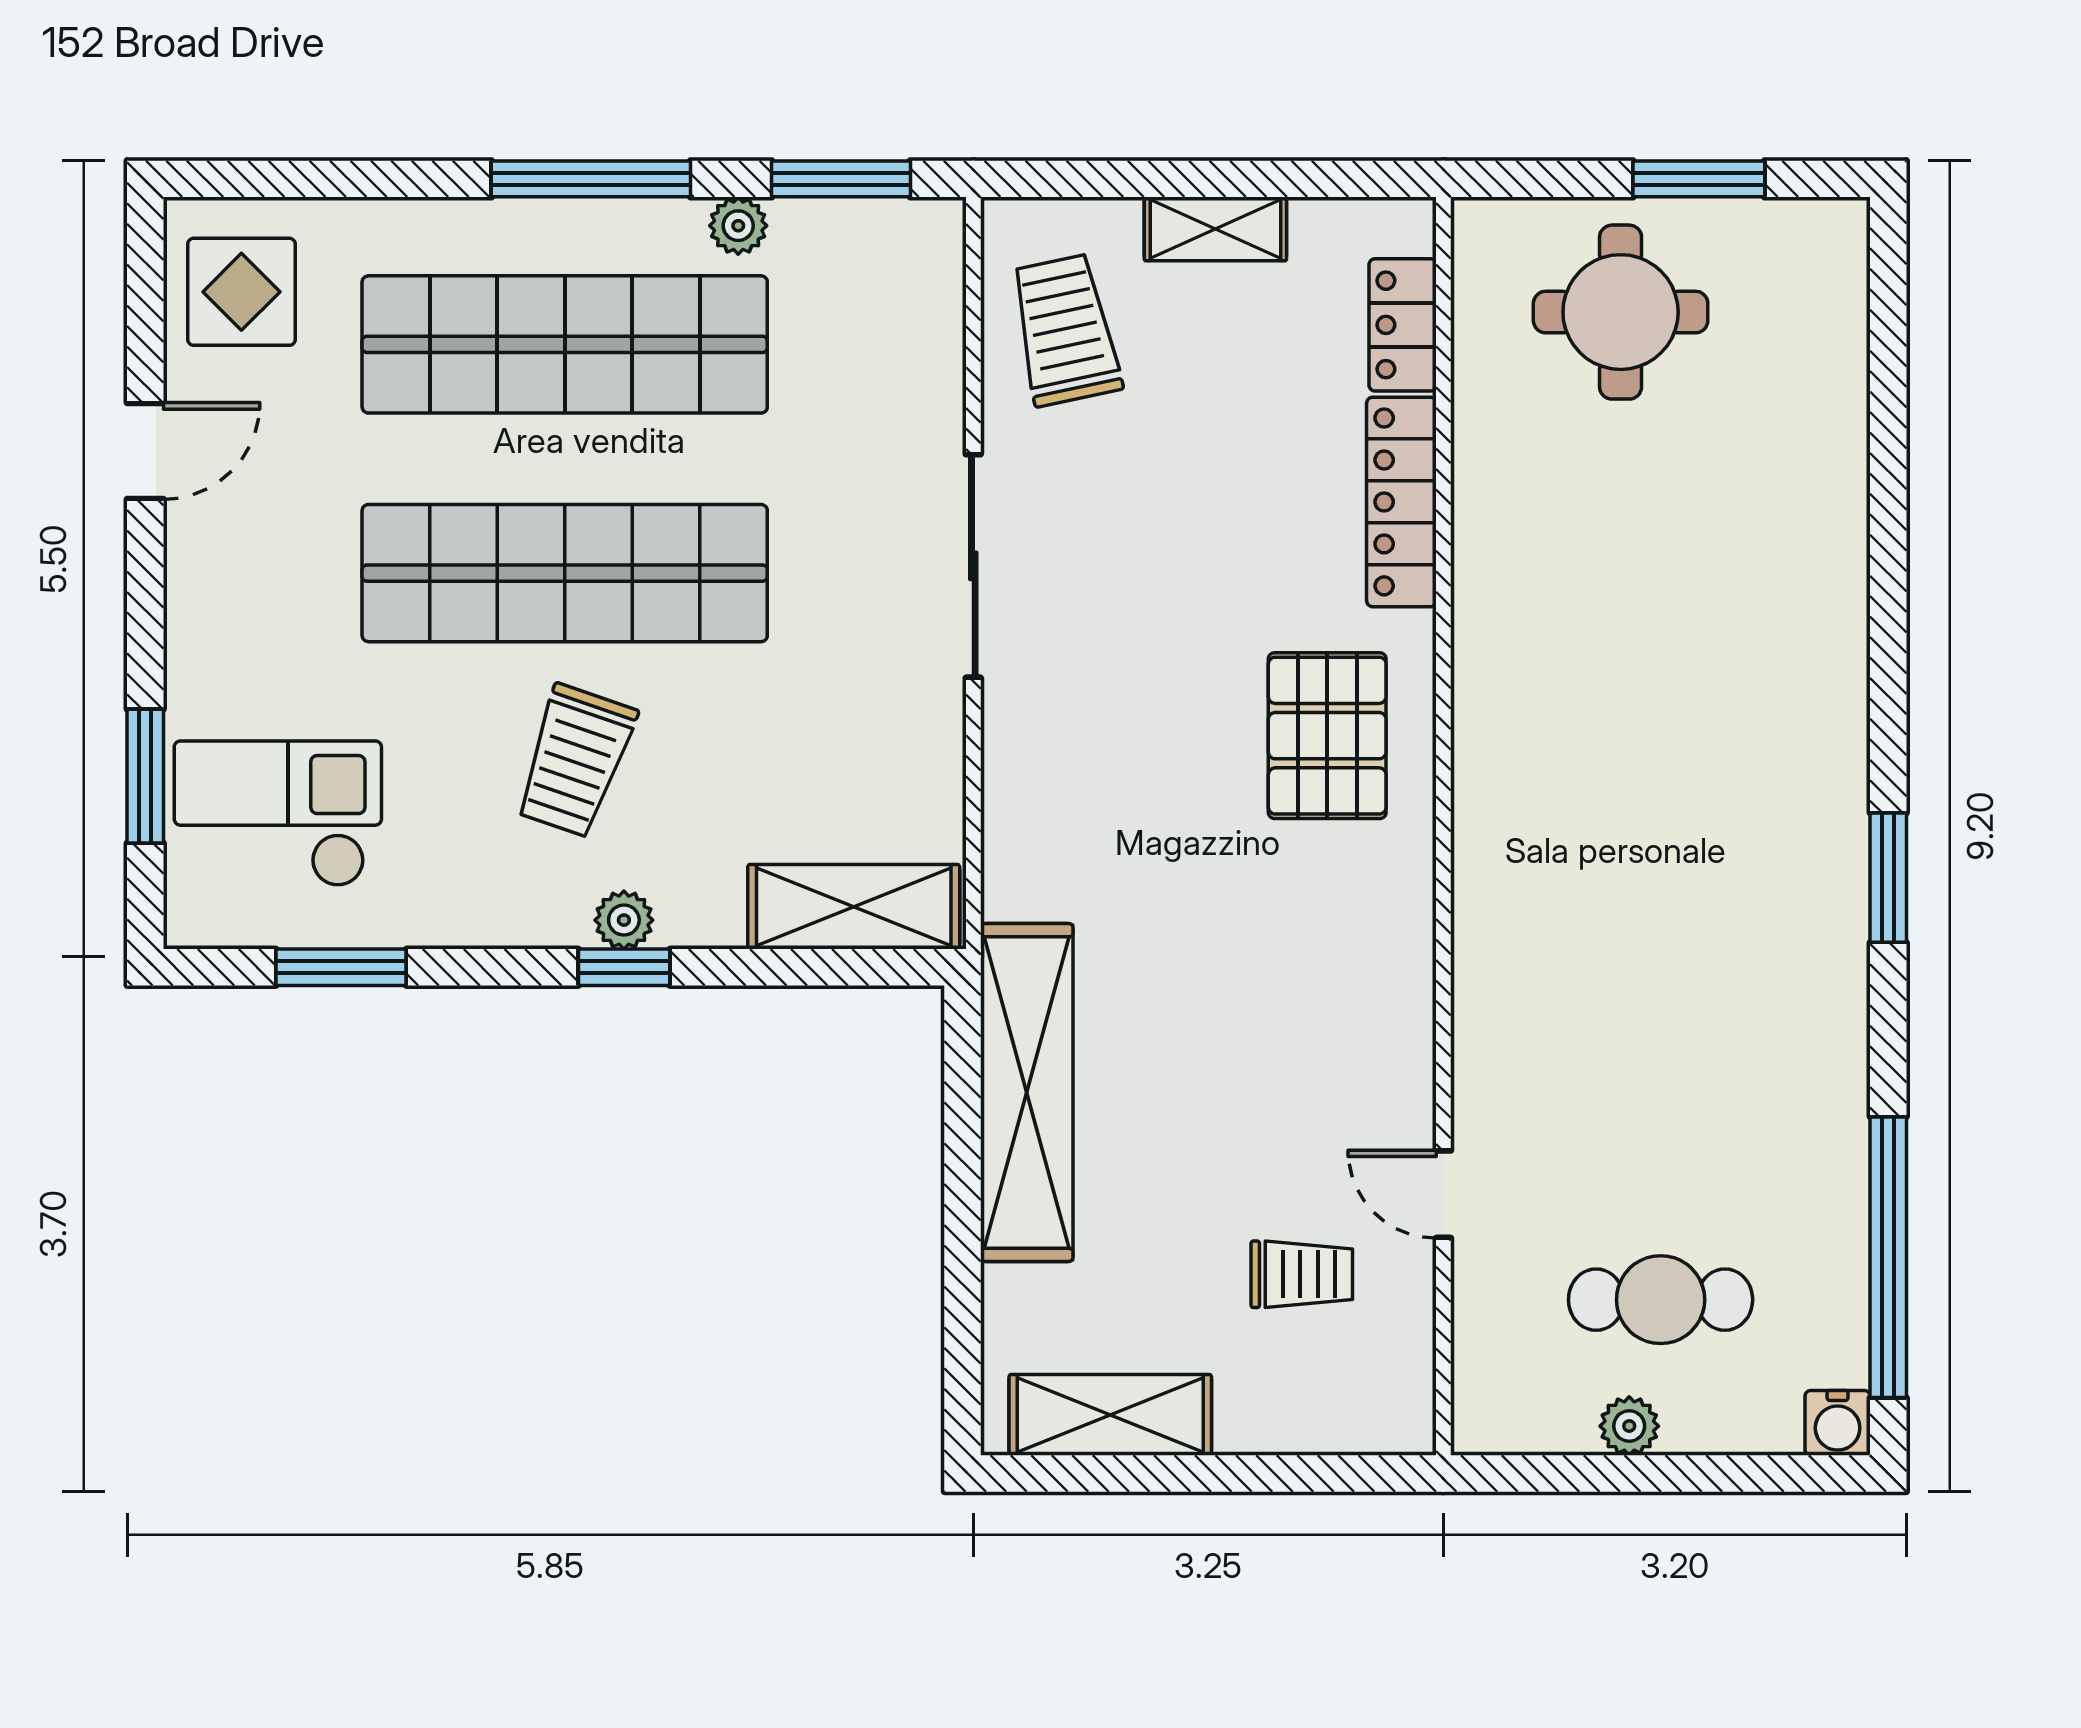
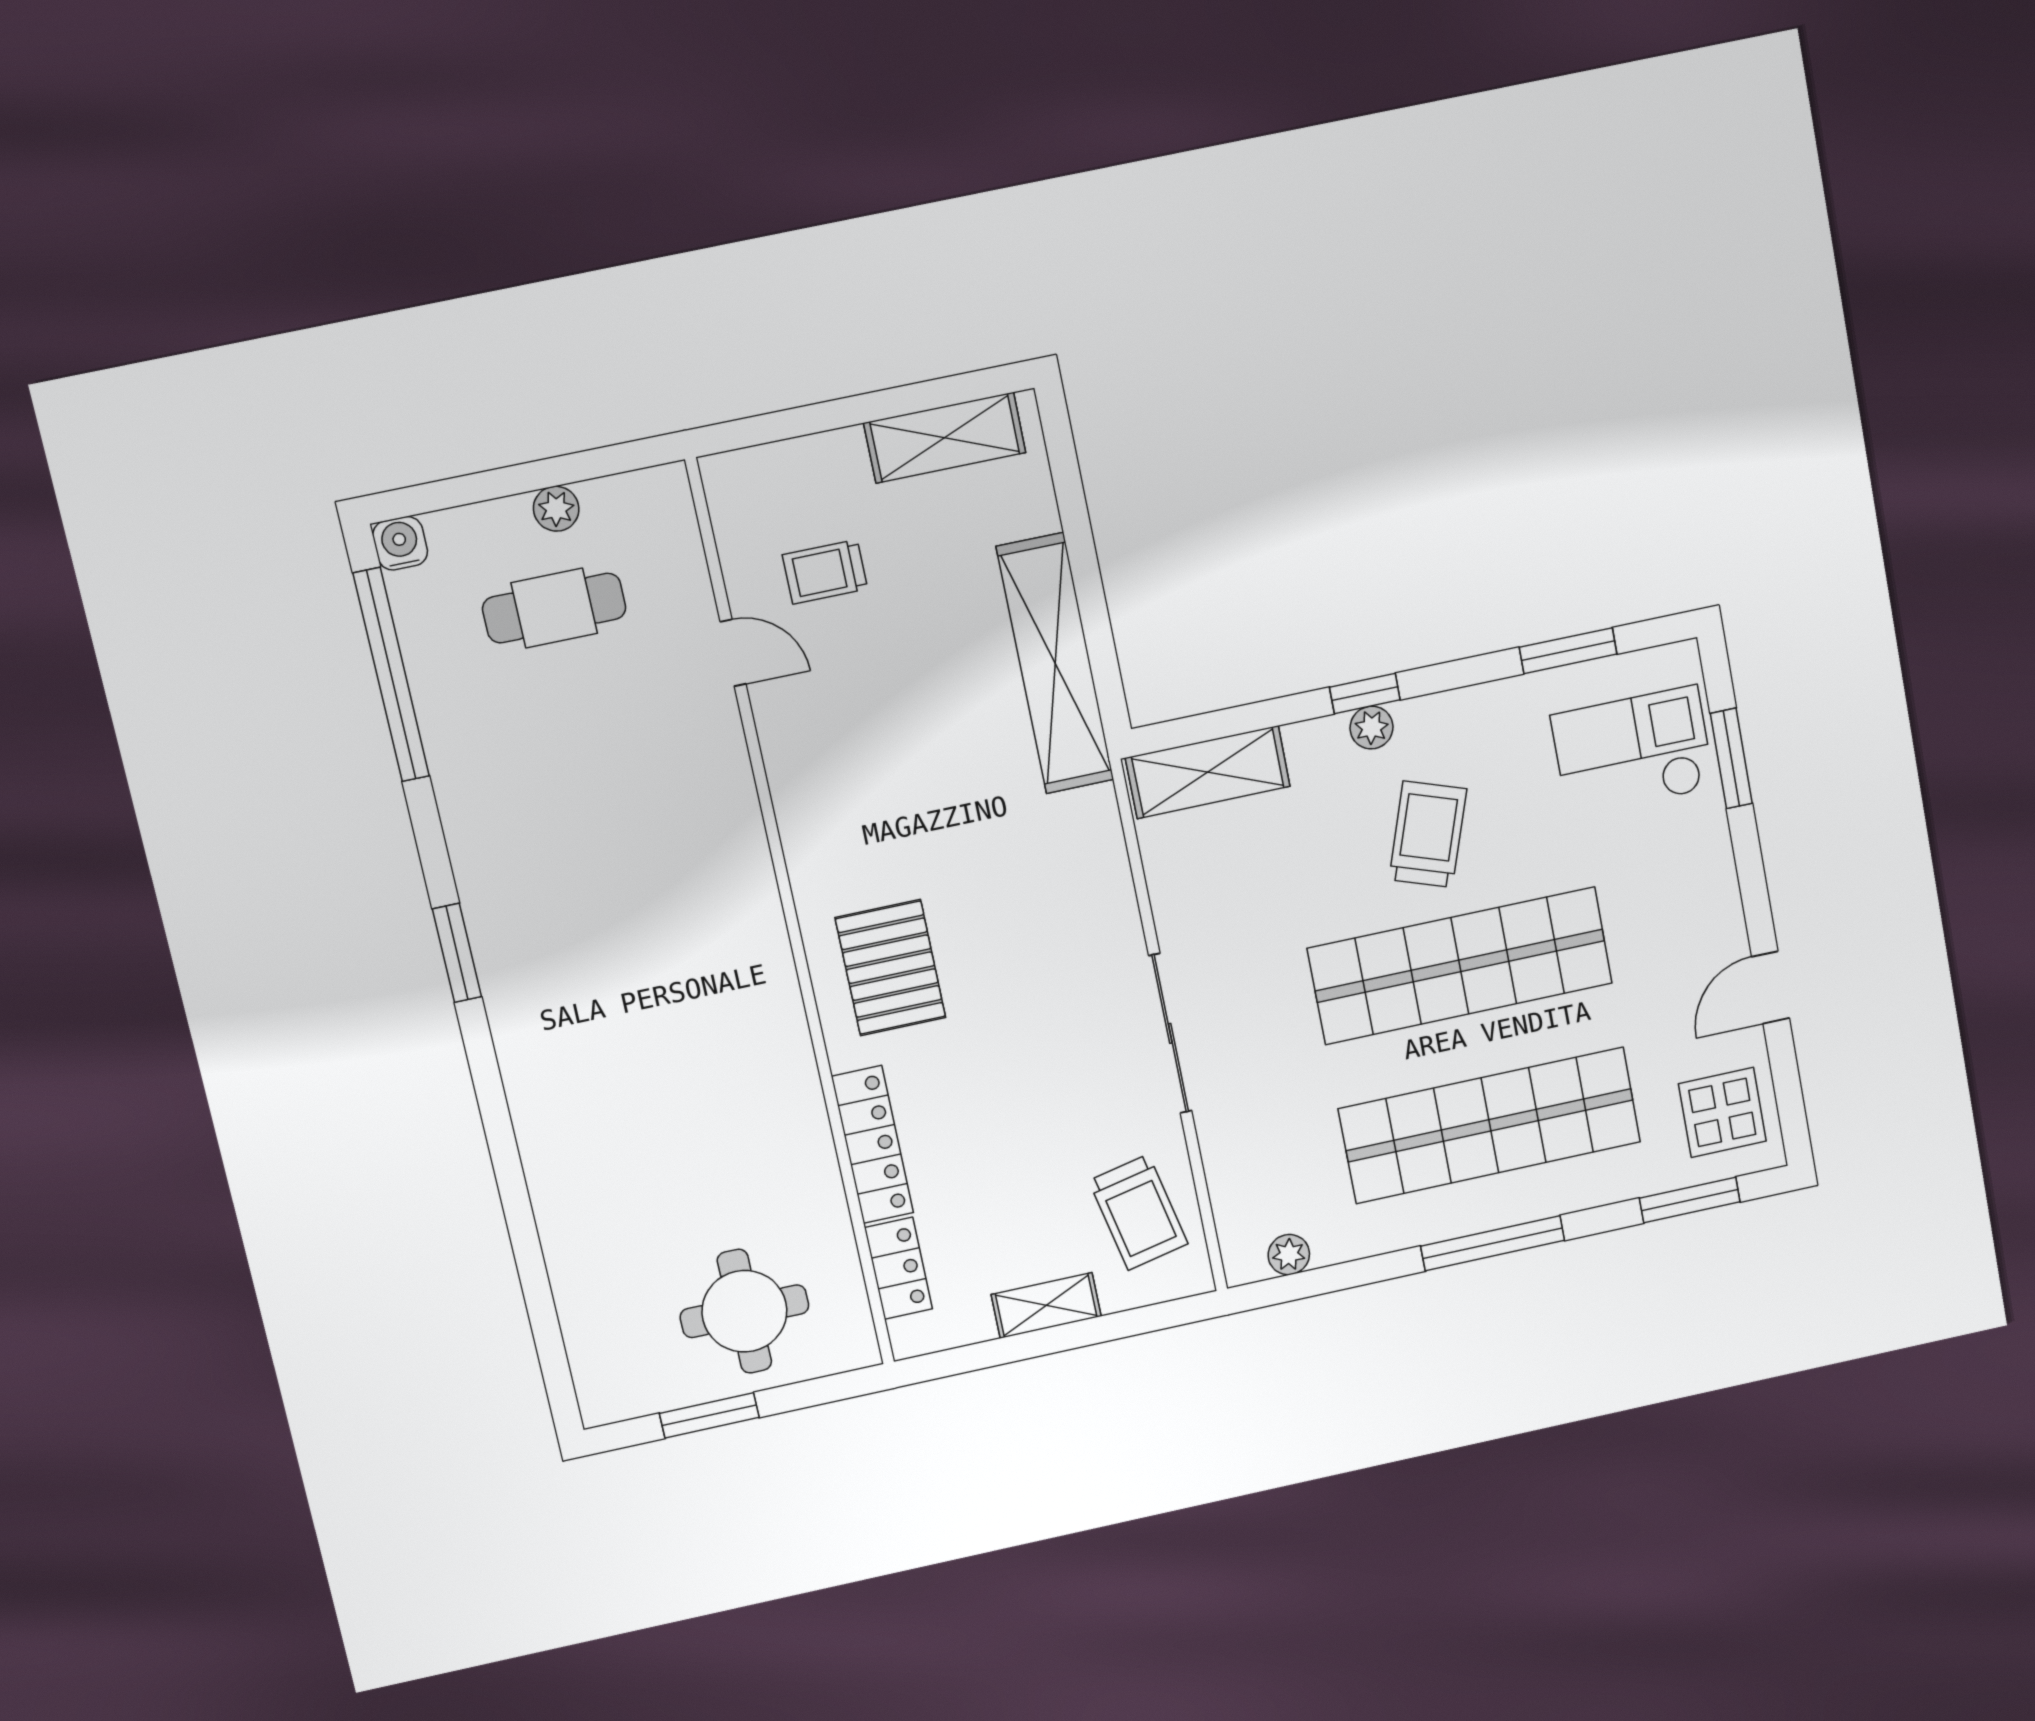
window: (841, 179) -> (1690, 1200), moved
plant: (738, 226) -> (1289, 1255), moved
checkout: (278, 814) -> (1633, 752), turned 180

